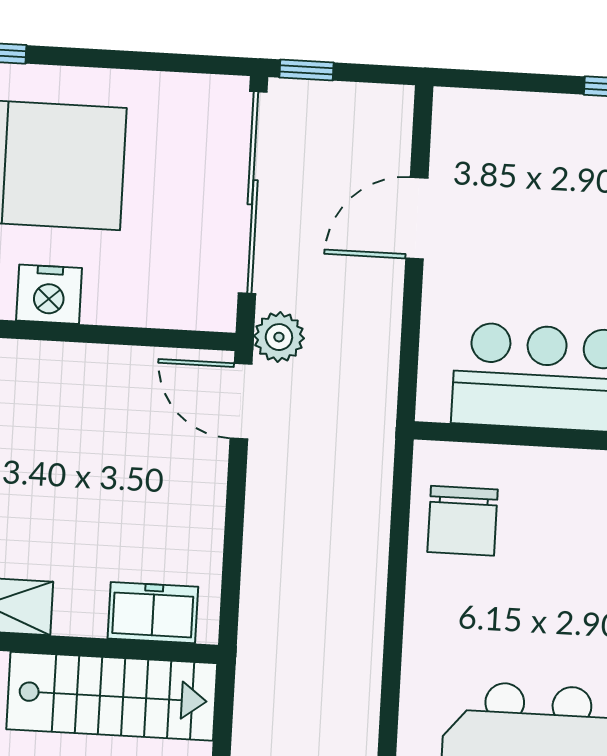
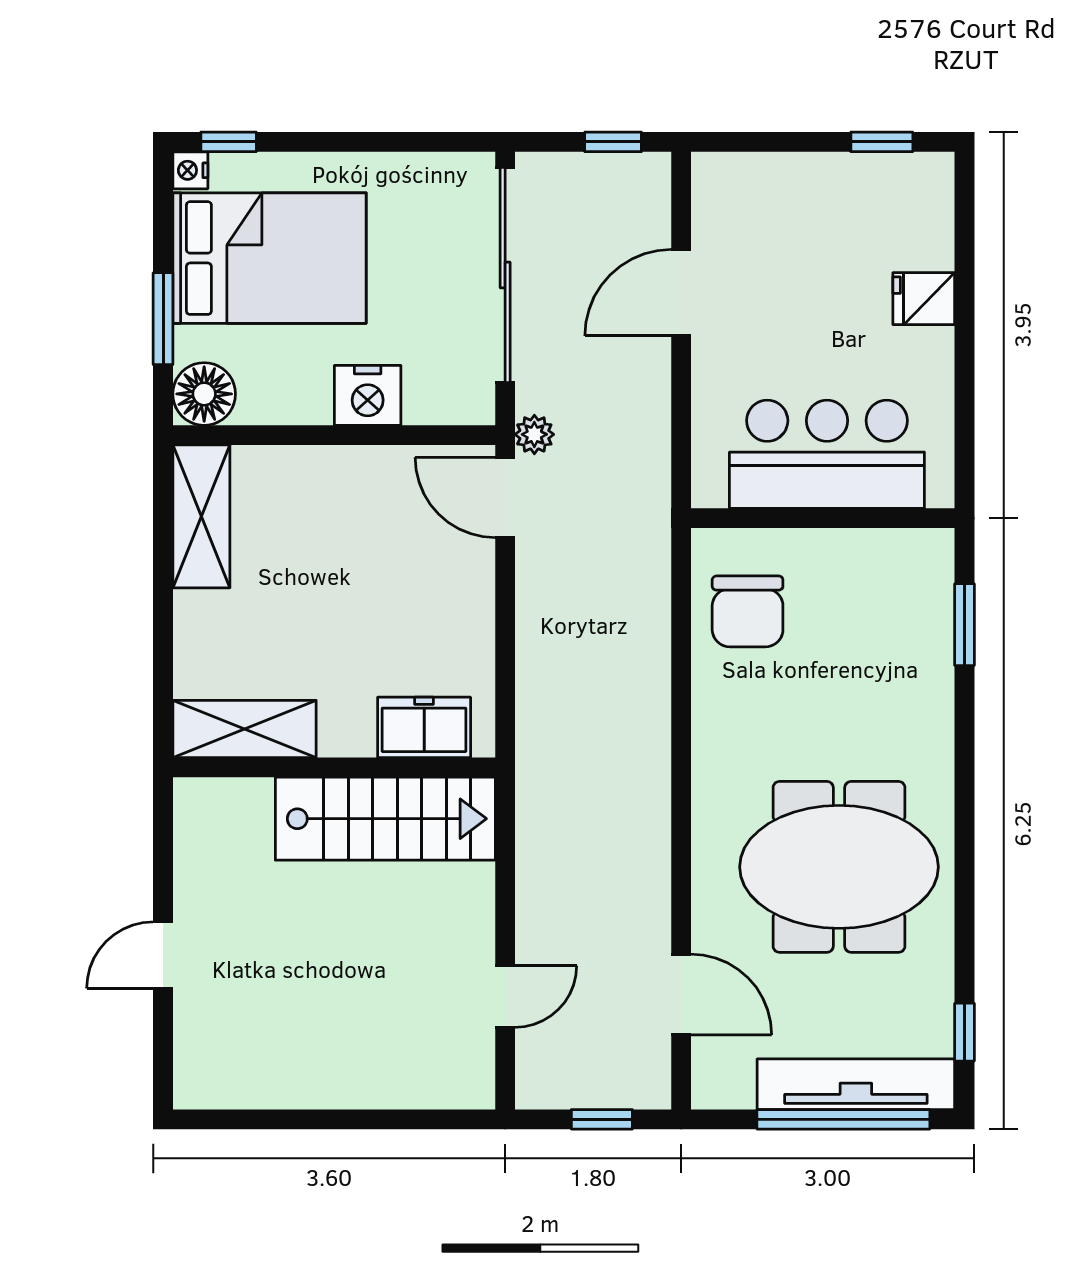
window: (306, 70) -> (613, 142), moved
nightstand: (49, 294) -> (368, 395), moved
plant: (279, 337) -> (534, 434), width x0.73, depth x0.73

